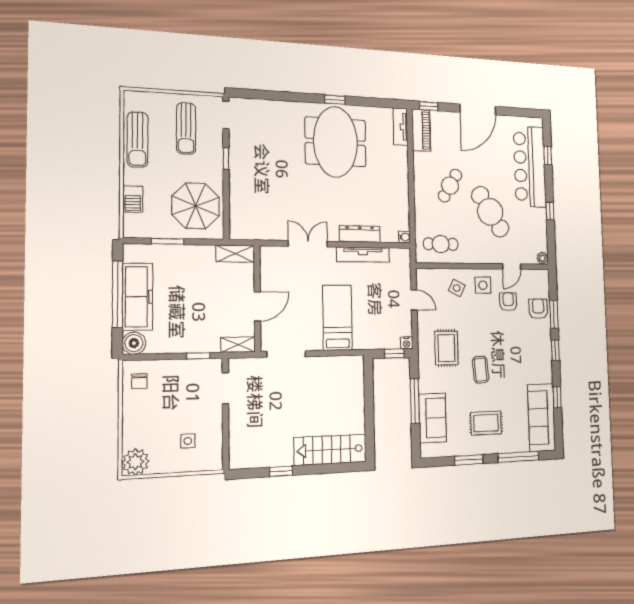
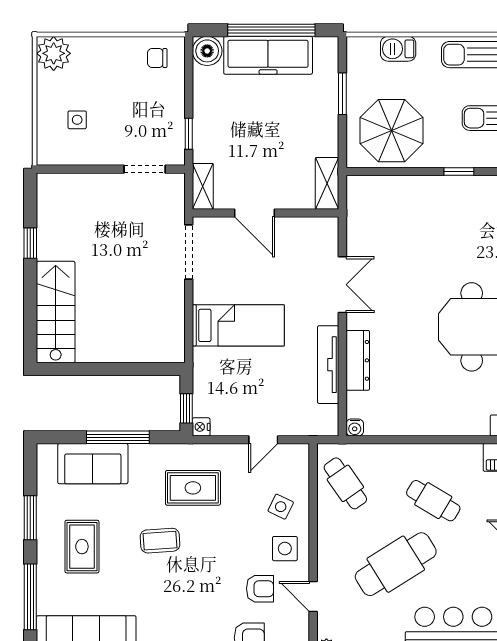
cafe table: (441, 244) -> (345, 483), turned -35

